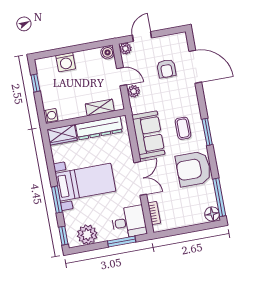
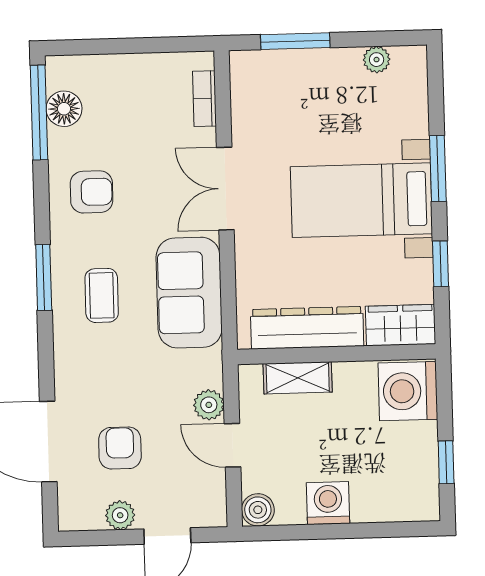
plant: (125, 49) -> (120, 515), moved
washing machine: (66, 62) -> (328, 503), moved
washing machine: (51, 115) -> (408, 391), width x1.89, depth x1.89
armchair: (193, 169) -> (92, 192), width x0.53, depth x0.53
floor lamp: (212, 214) -> (64, 109), moved
desk: (129, 222) -> (270, 86), removed
plant: (87, 235) -> (377, 60), width x0.53, depth x0.53
window: (63, 236) -> (441, 264), moved

